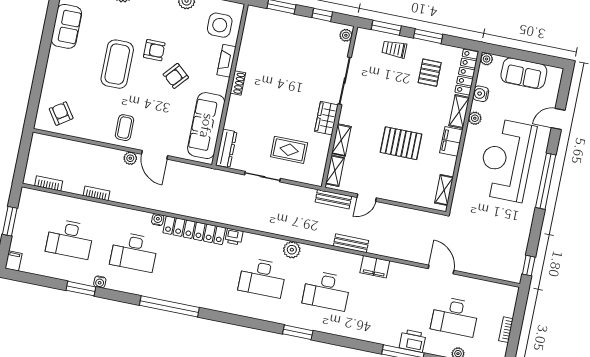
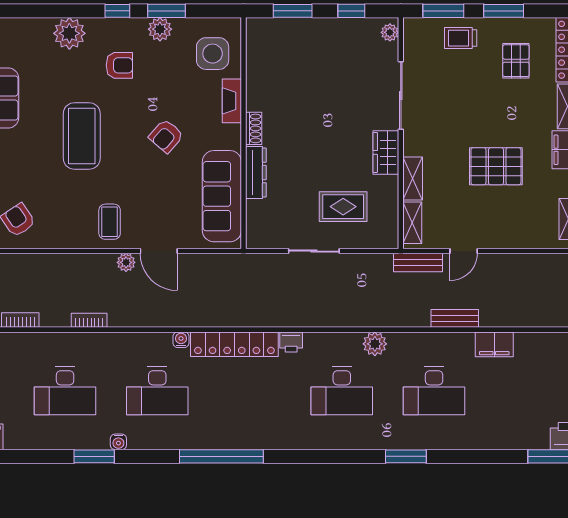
armchair: (154, 50) -> (119, 65), moved
dresser: (226, 148) -> (256, 173), moved

